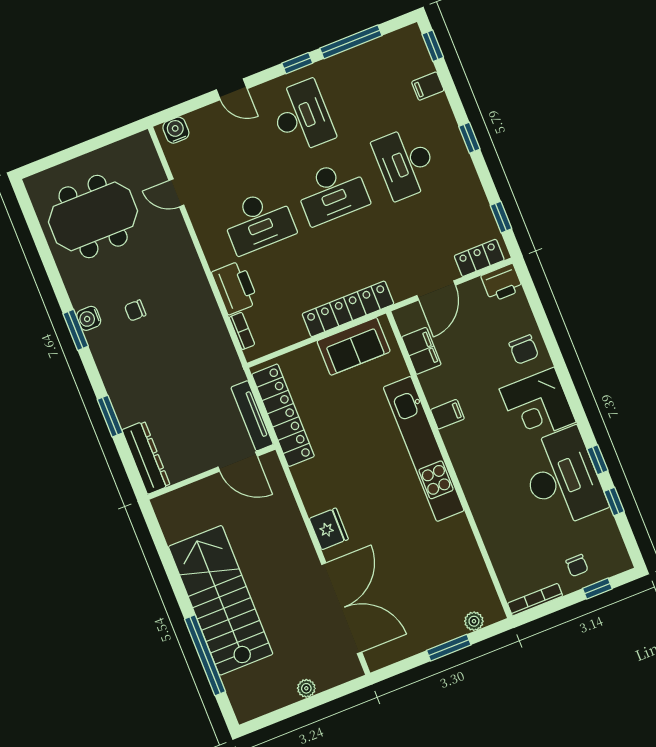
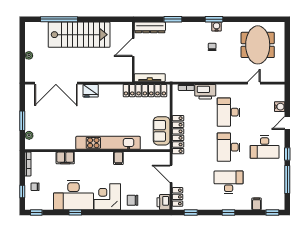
water cooler: (176, 130) -> (280, 107), moved
filing cabinet: (421, 351) -> (65, 158), moved
door: (238, 462) -> (133, 47), moved
window: (614, 501) -> (36, 213), moved

